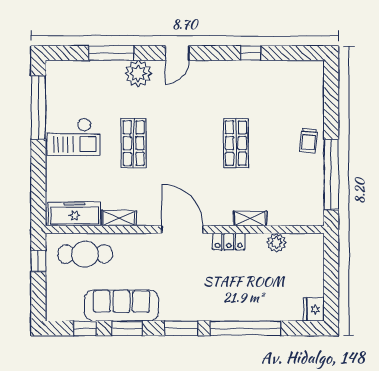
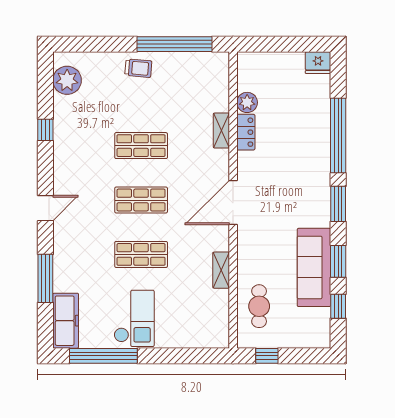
door: (177, 53) -> (45, 208), hinge flipped
plant: (138, 74) -> (67, 80), moved
shop shelf: (185, 143) -> (141, 200), added
freezer: (74, 214) -> (66, 321), moved, turned 180
locker: (229, 242) -> (246, 132), moved
cafe table: (85, 254) -> (259, 306), width x0.73, depth x0.74

